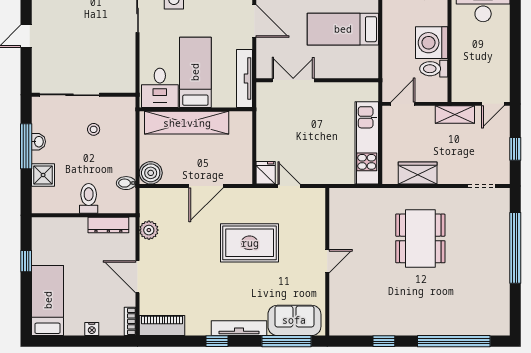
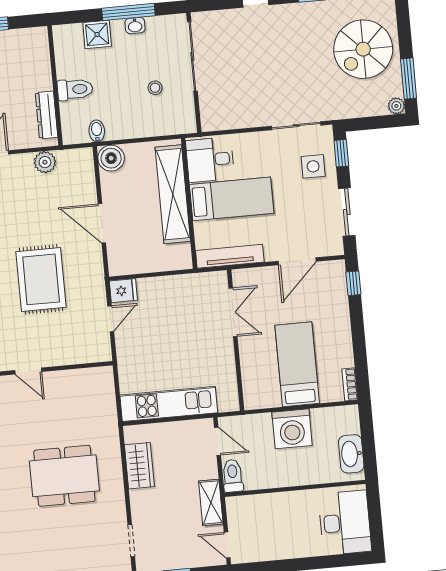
washing machine: (432, 43) -> (292, 429), moved, turned 180
toilet: (434, 69) -> (233, 476), moved

